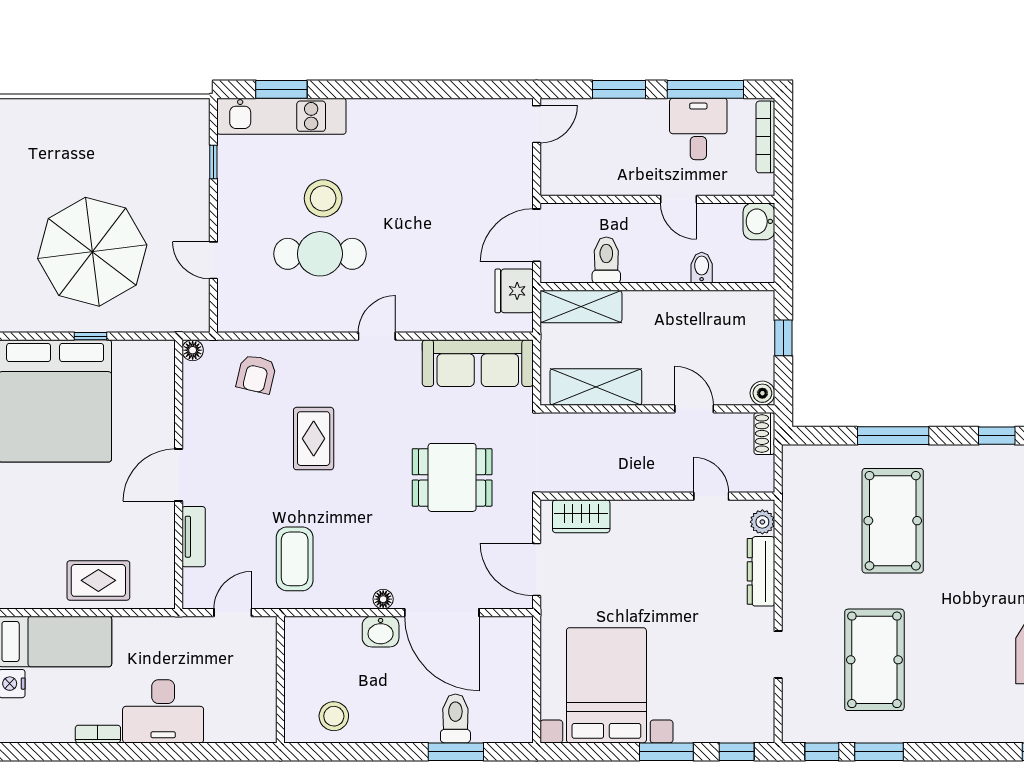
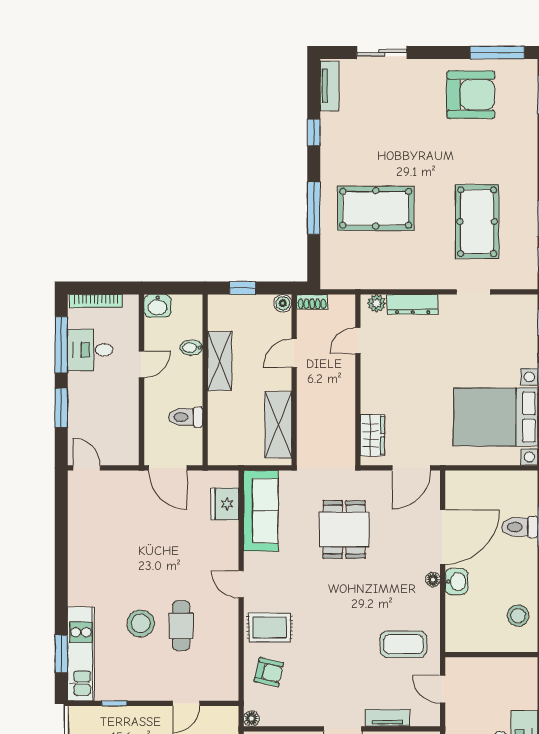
cafe table: (320, 254) -> (181, 626), width x0.73, depth x0.74
fridge: (514, 291) -> (225, 504), moved, turned 90
shelving: (581, 306) -> (220, 361), moved
rug: (314, 439) -> (270, 628), moved
pool table: (874, 660) -> (477, 222), turned 90

